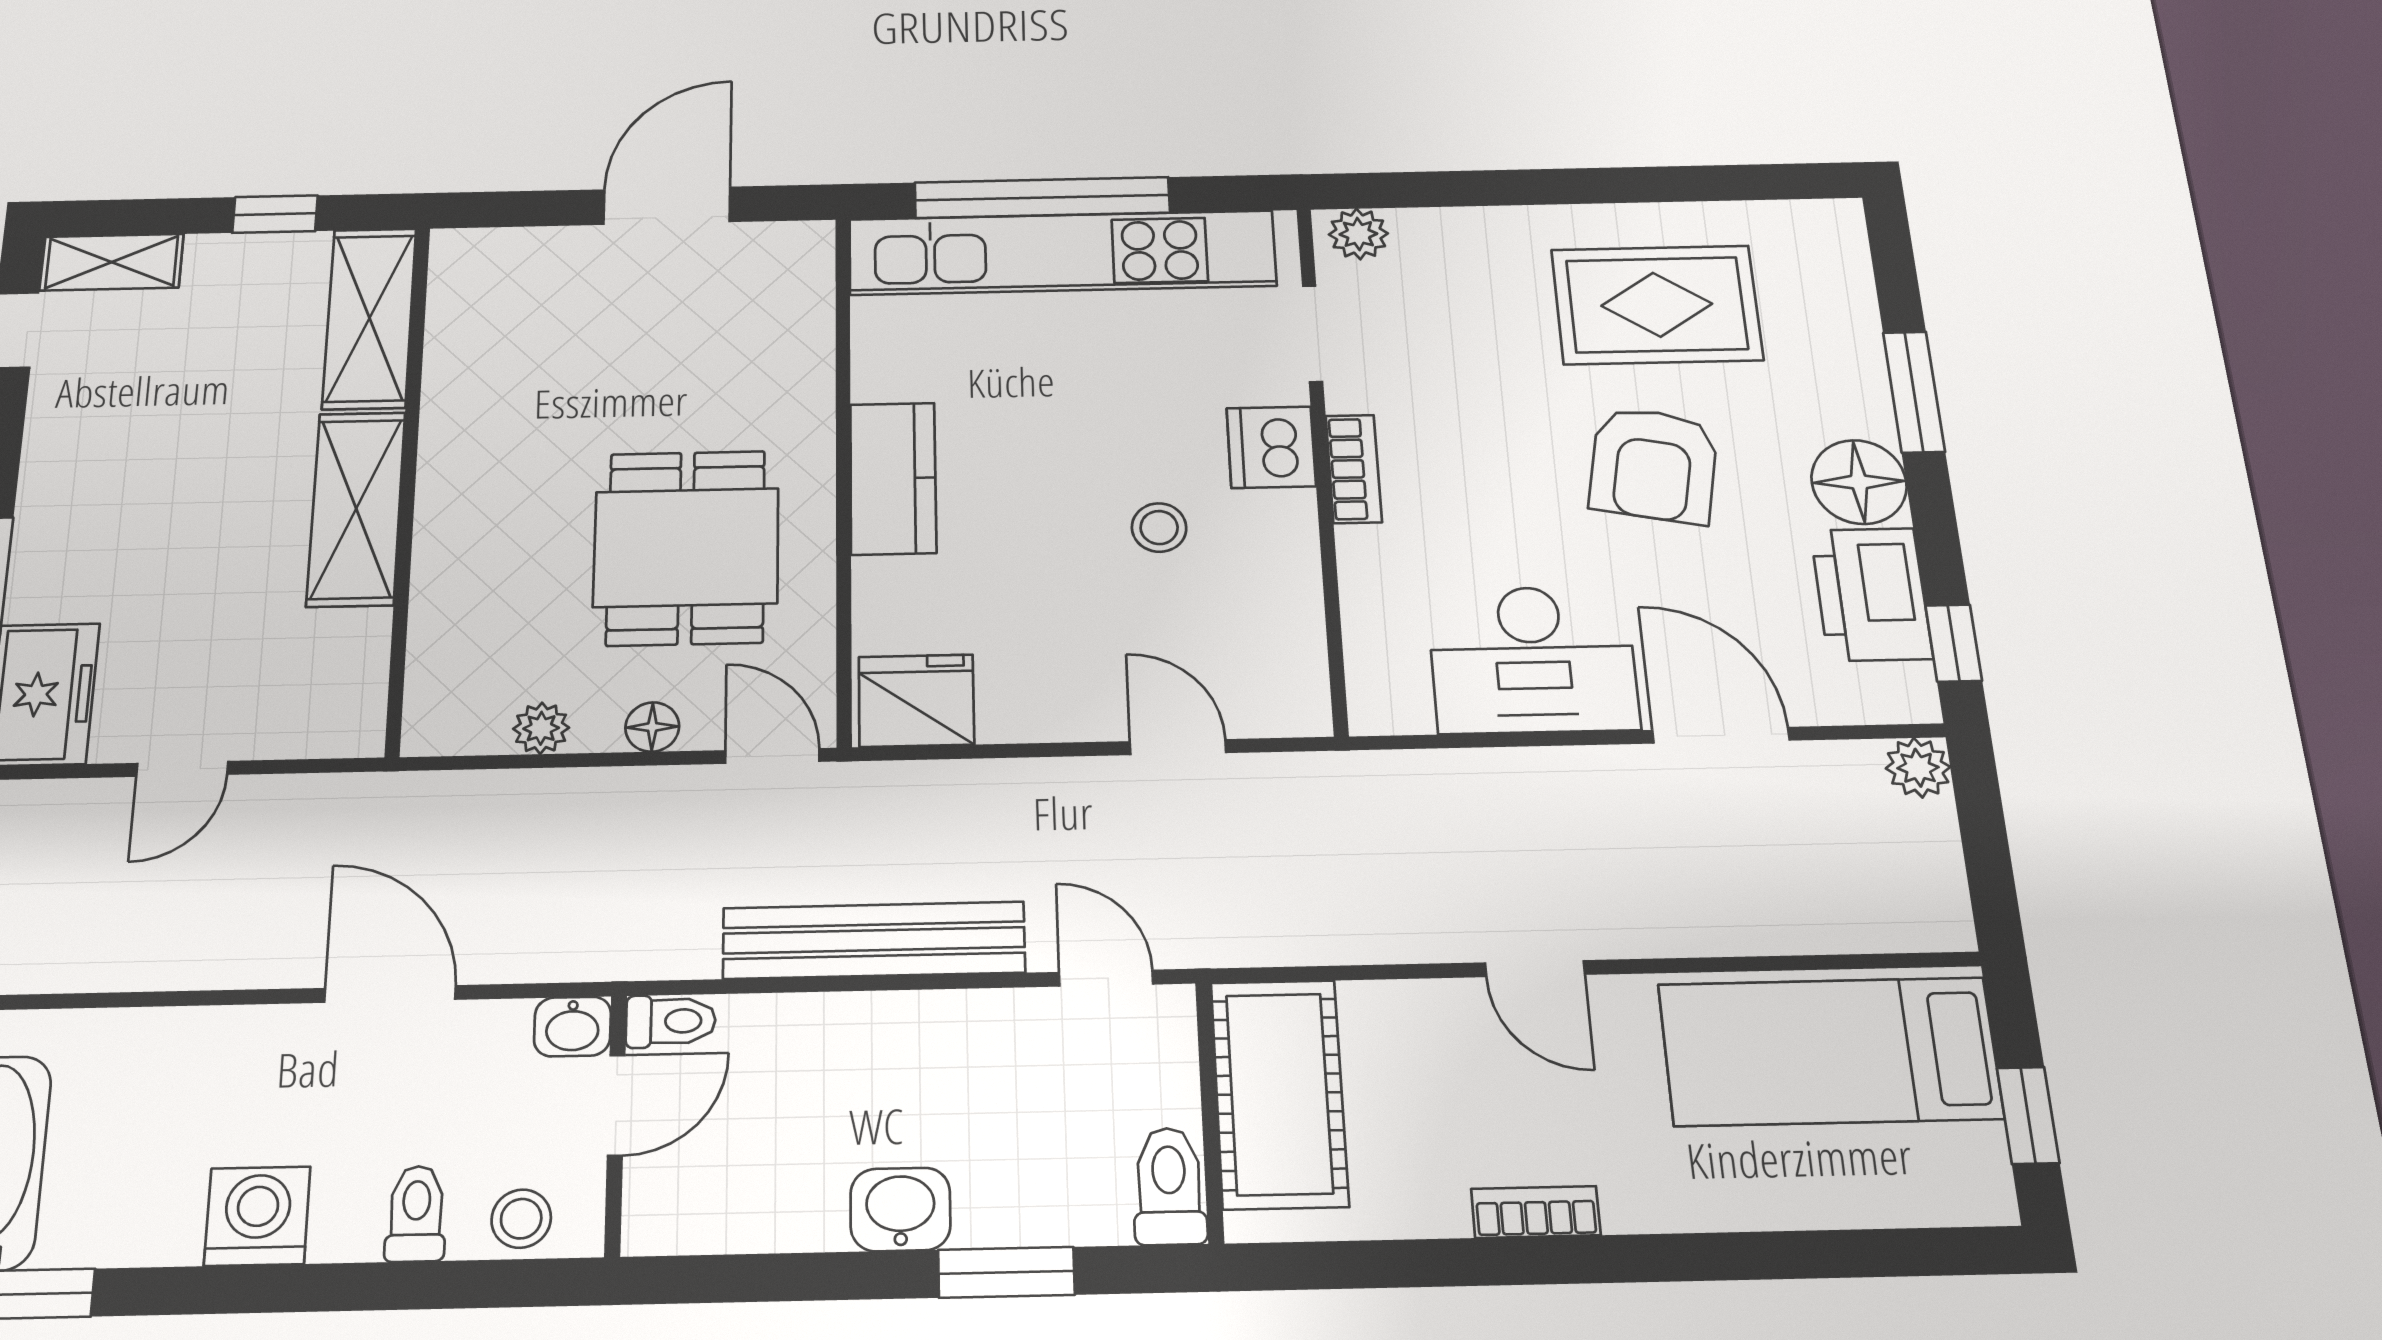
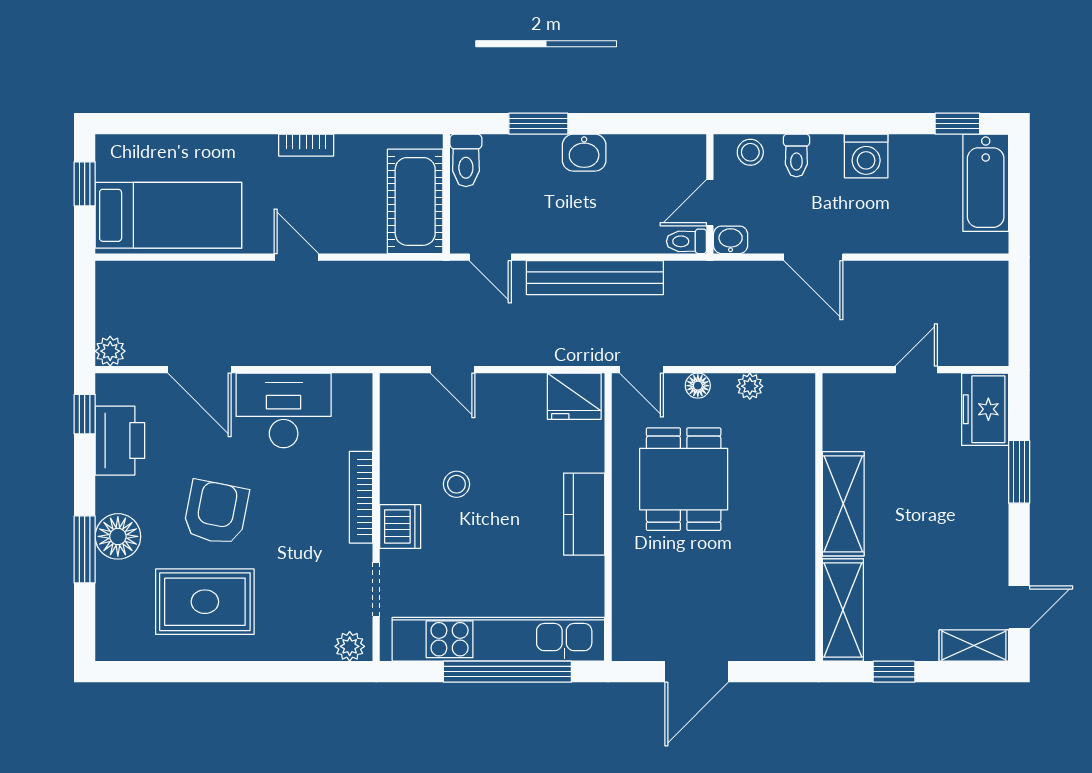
bookcase: (1354, 469) -> (361, 497), width x1.56
floor lamp: (1859, 482) -> (118, 536), moved

